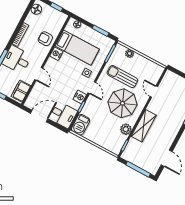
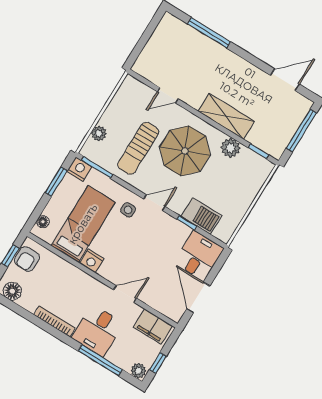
armchair: (45, 39) -> (27, 259), moved
nightstand: (80, 97) -> (79, 169), moved
barbecue: (81, 125) -> (201, 216), moved

